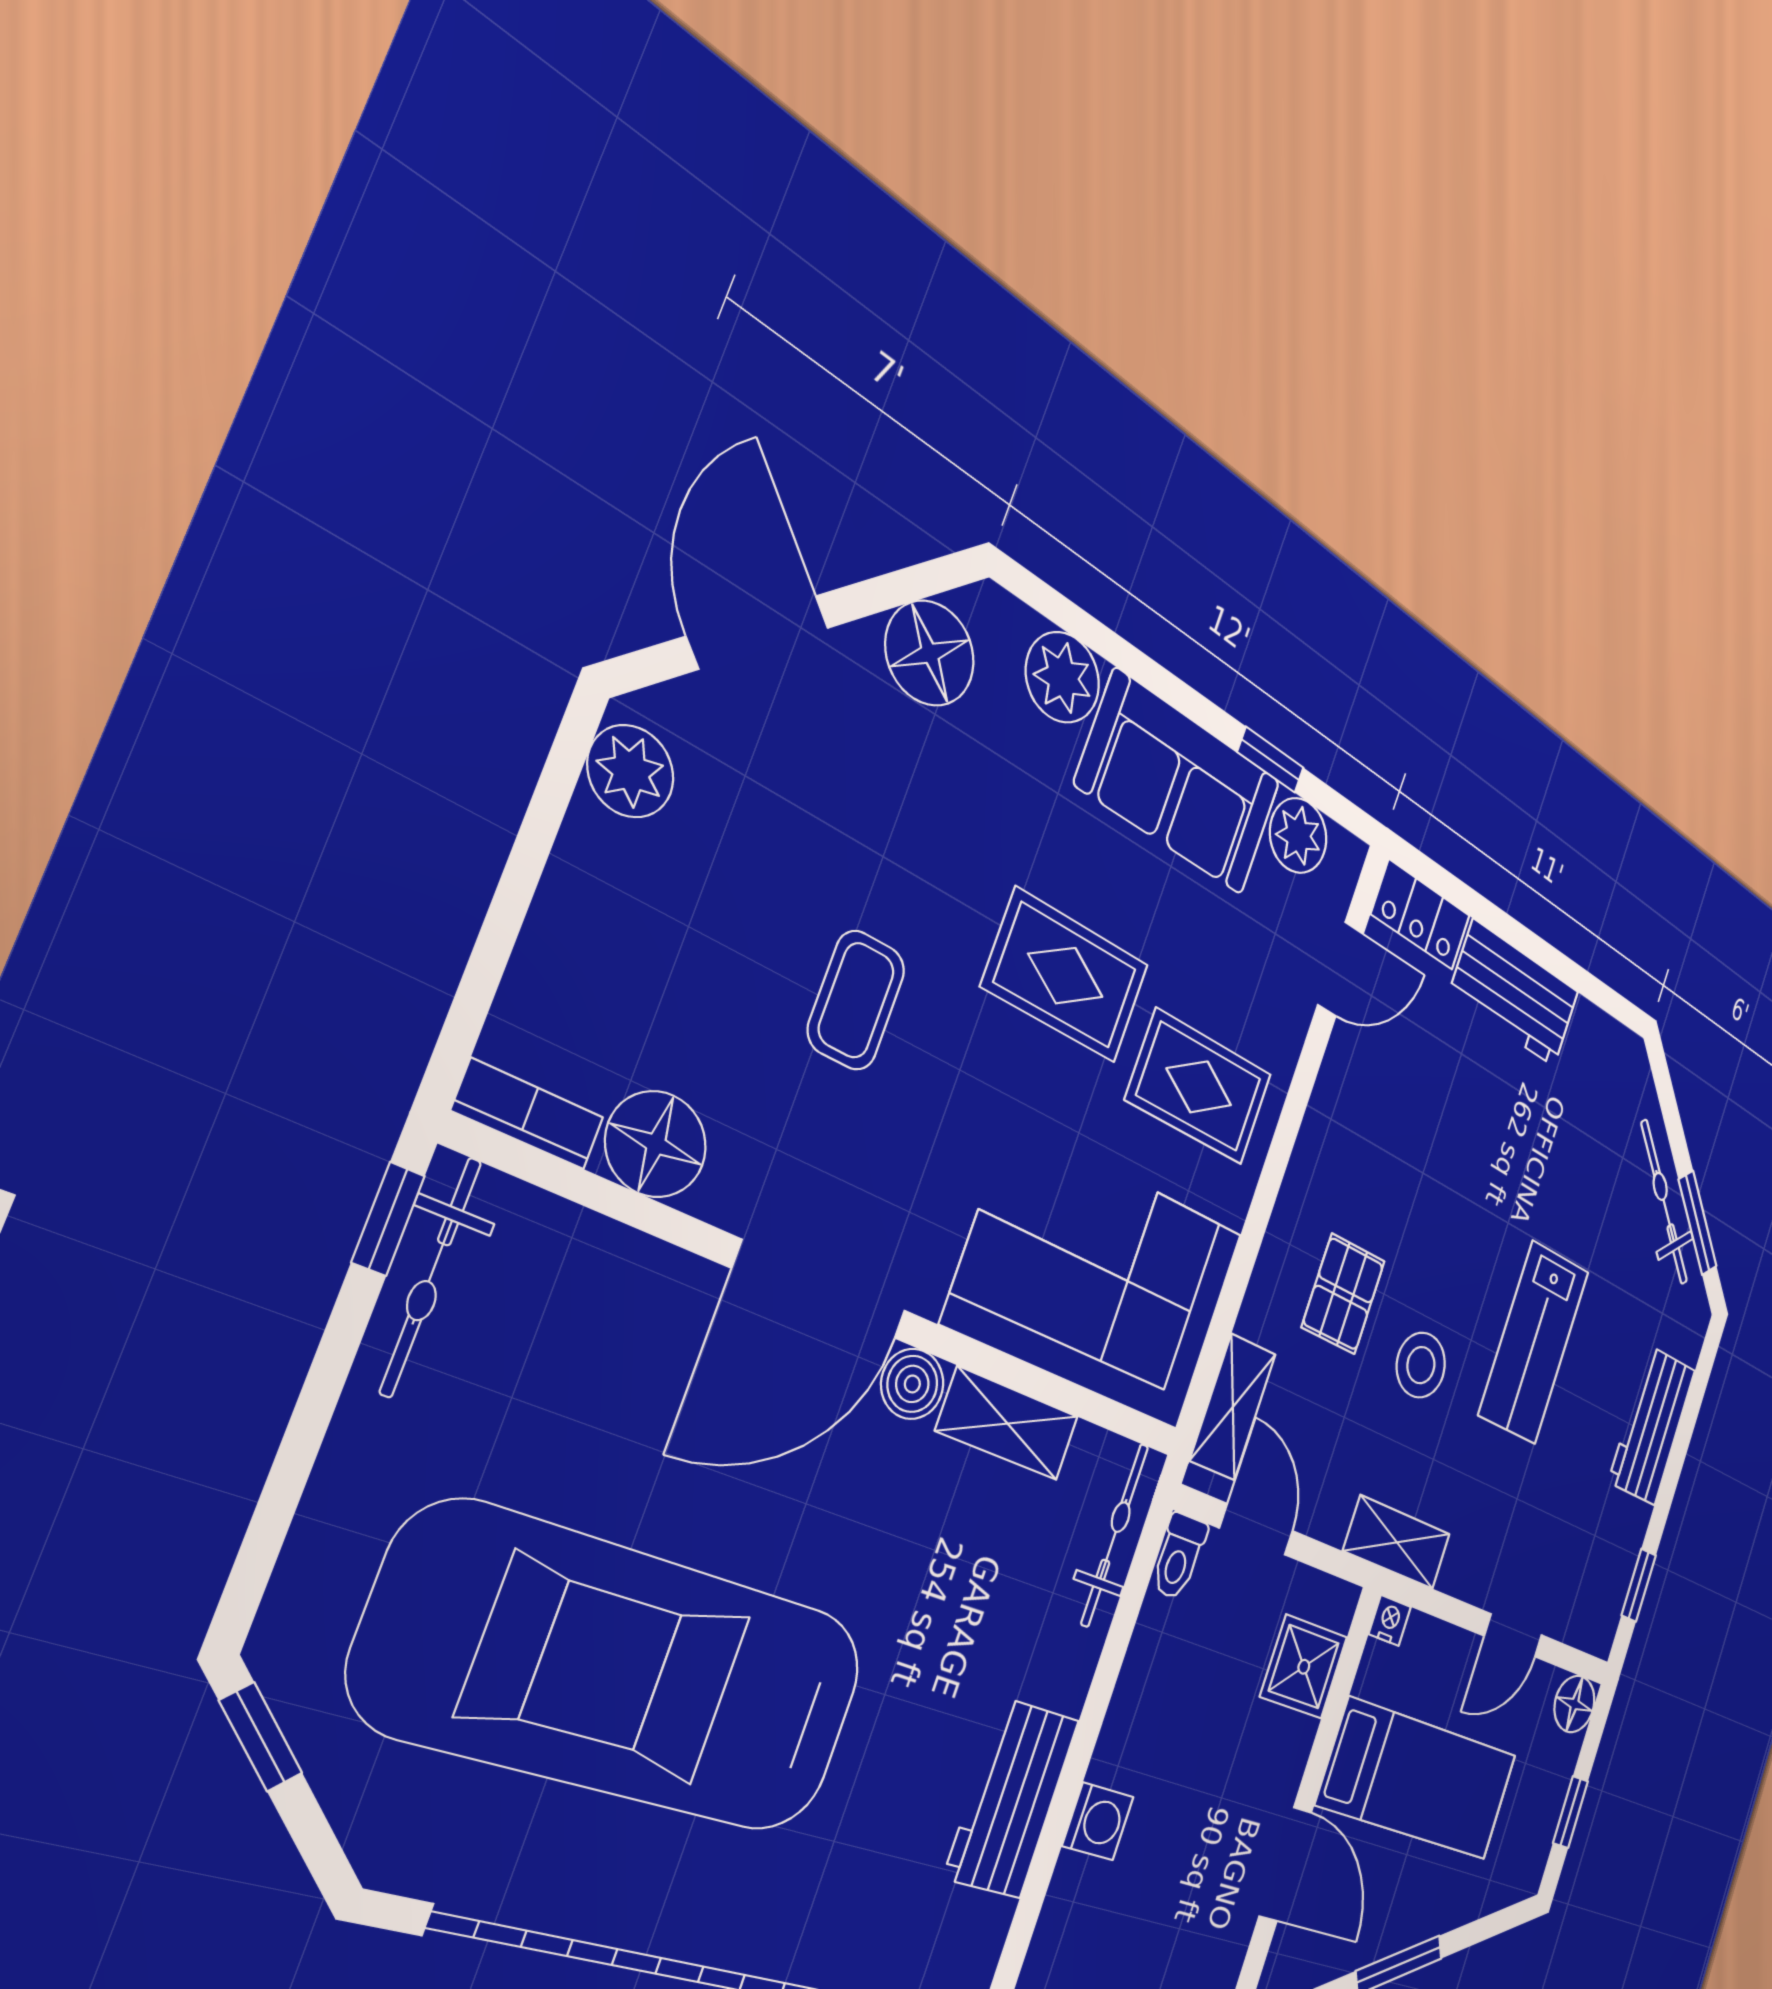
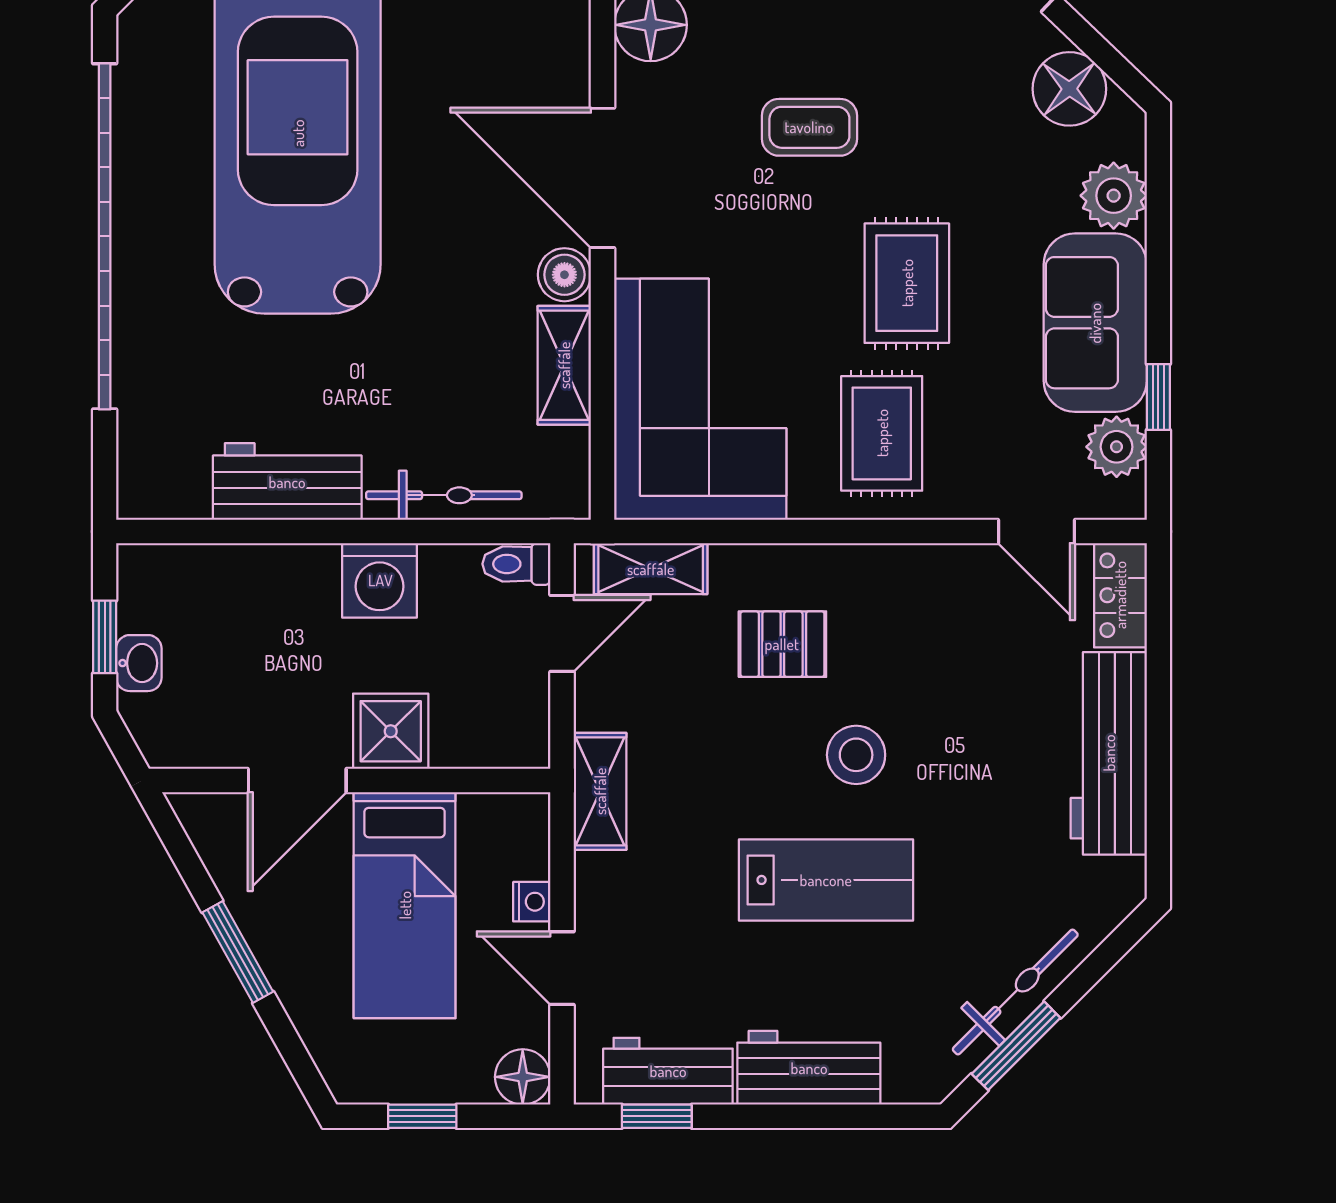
workbench: (1514, 994) -> (1109, 753), width x1.38
lab bench: (1534, 1343) -> (826, 880), turned 180
stool: (1421, 1365) -> (856, 755), moved
bicycle: (1115, 1535) -> (444, 495), moved
workbench: (1613, 1561) -> (668, 1071), added
nightstand: (1390, 1620) -> (532, 902), moved
shower: (1304, 1667) -> (391, 731), moved
washing machine: (1098, 1821) -> (380, 580), moved, width x1.38, depth x1.38

